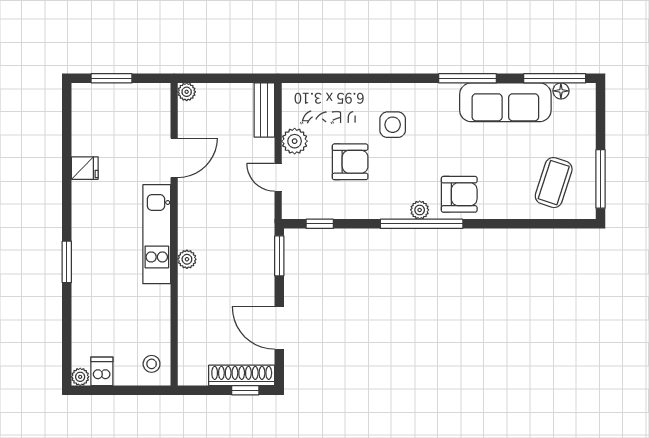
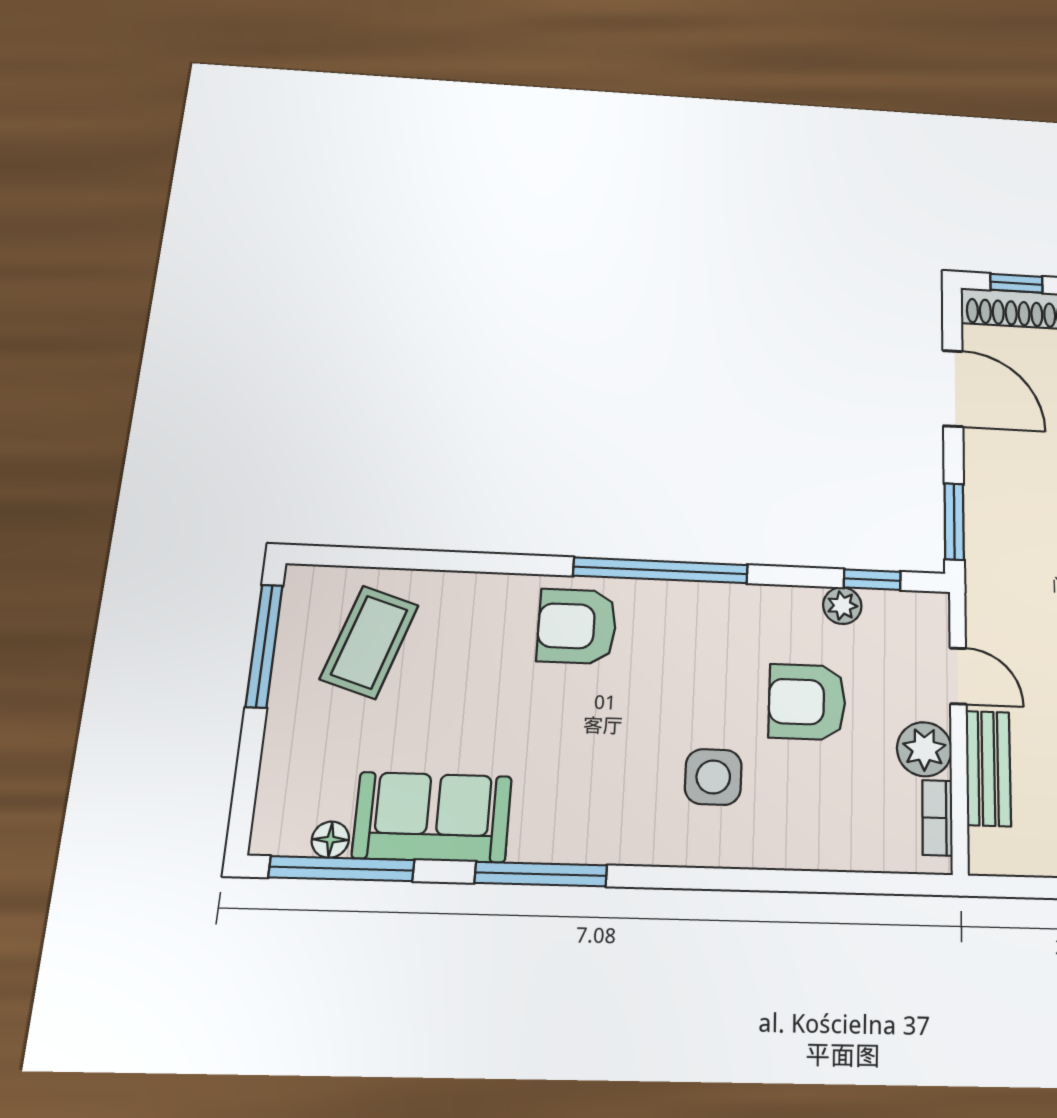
sofa: (505, 102) -> (432, 817), width x0.73
bookcase: (289, 109) -> (937, 818), added
bench: (264, 110) -> (988, 768), moved
plant: (420, 210) -> (842, 606), moved

